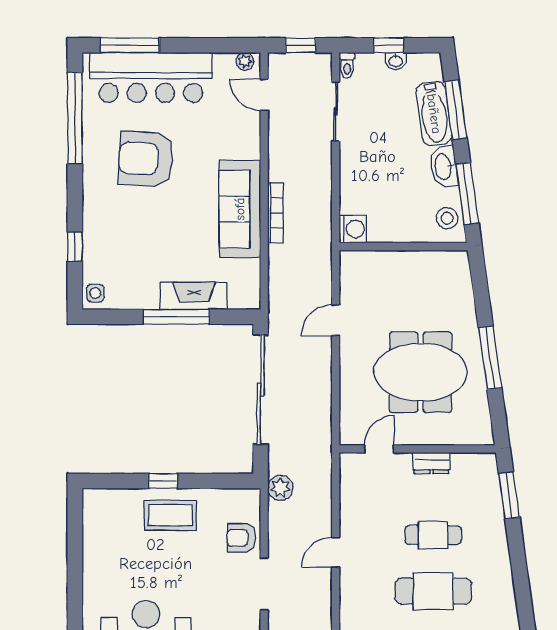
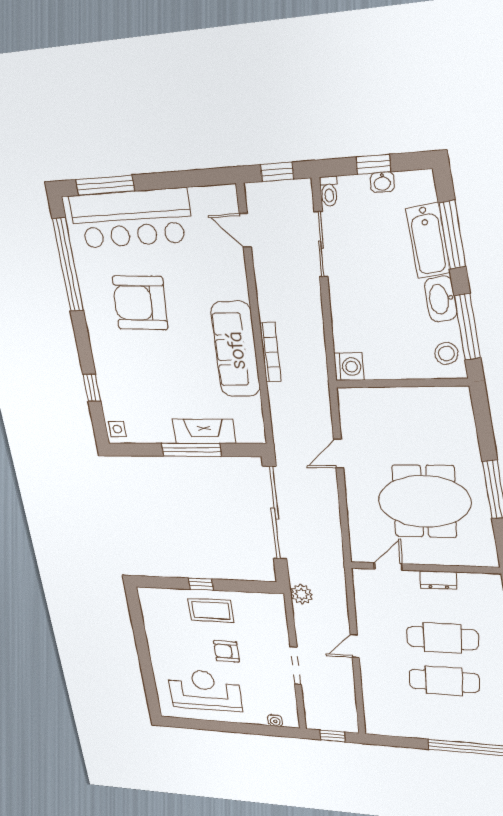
plant: (245, 61) -> (221, 195), removed
cafe table: (433, 535) -> (442, 638), width x1.37, depth x1.35
armchair: (241, 538) -> (226, 651), moved

